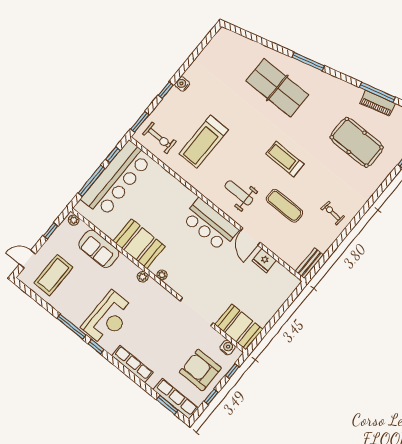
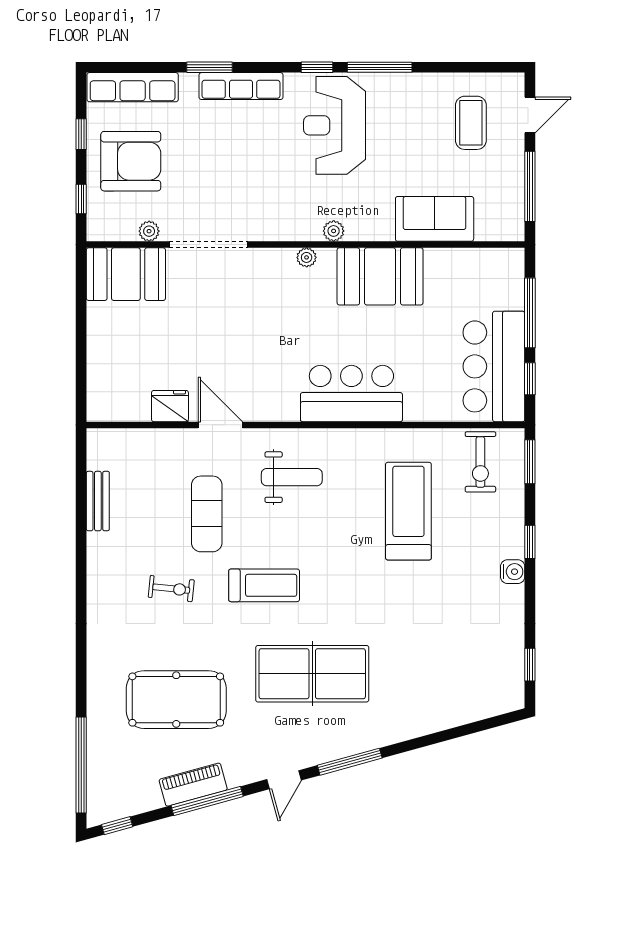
window: (205, 42) -> (530, 665), added
door: (340, 76) -> (284, 780), added
table tennis table: (277, 88) -> (312, 674), moved
exercise bike: (159, 138) -> (480, 462), turned -90
bar counter: (117, 179) -> (494, 366), width x0.73
exercise mat: (284, 206) -> (207, 514), turned 90
exercise bike: (333, 213) -> (171, 589), moved
plant: (74, 220) -> (149, 231), moved
bar counter: (210, 225) -> (351, 394), moved
window: (51, 231) -> (530, 186), width x2.17
bench: (309, 263) -> (98, 501), moved
coffee table: (53, 275) -> (471, 123), width x0.73, depth x0.76
water cooler: (227, 347) -> (118, 229), removed
window: (167, 405) -> (210, 67), moved

